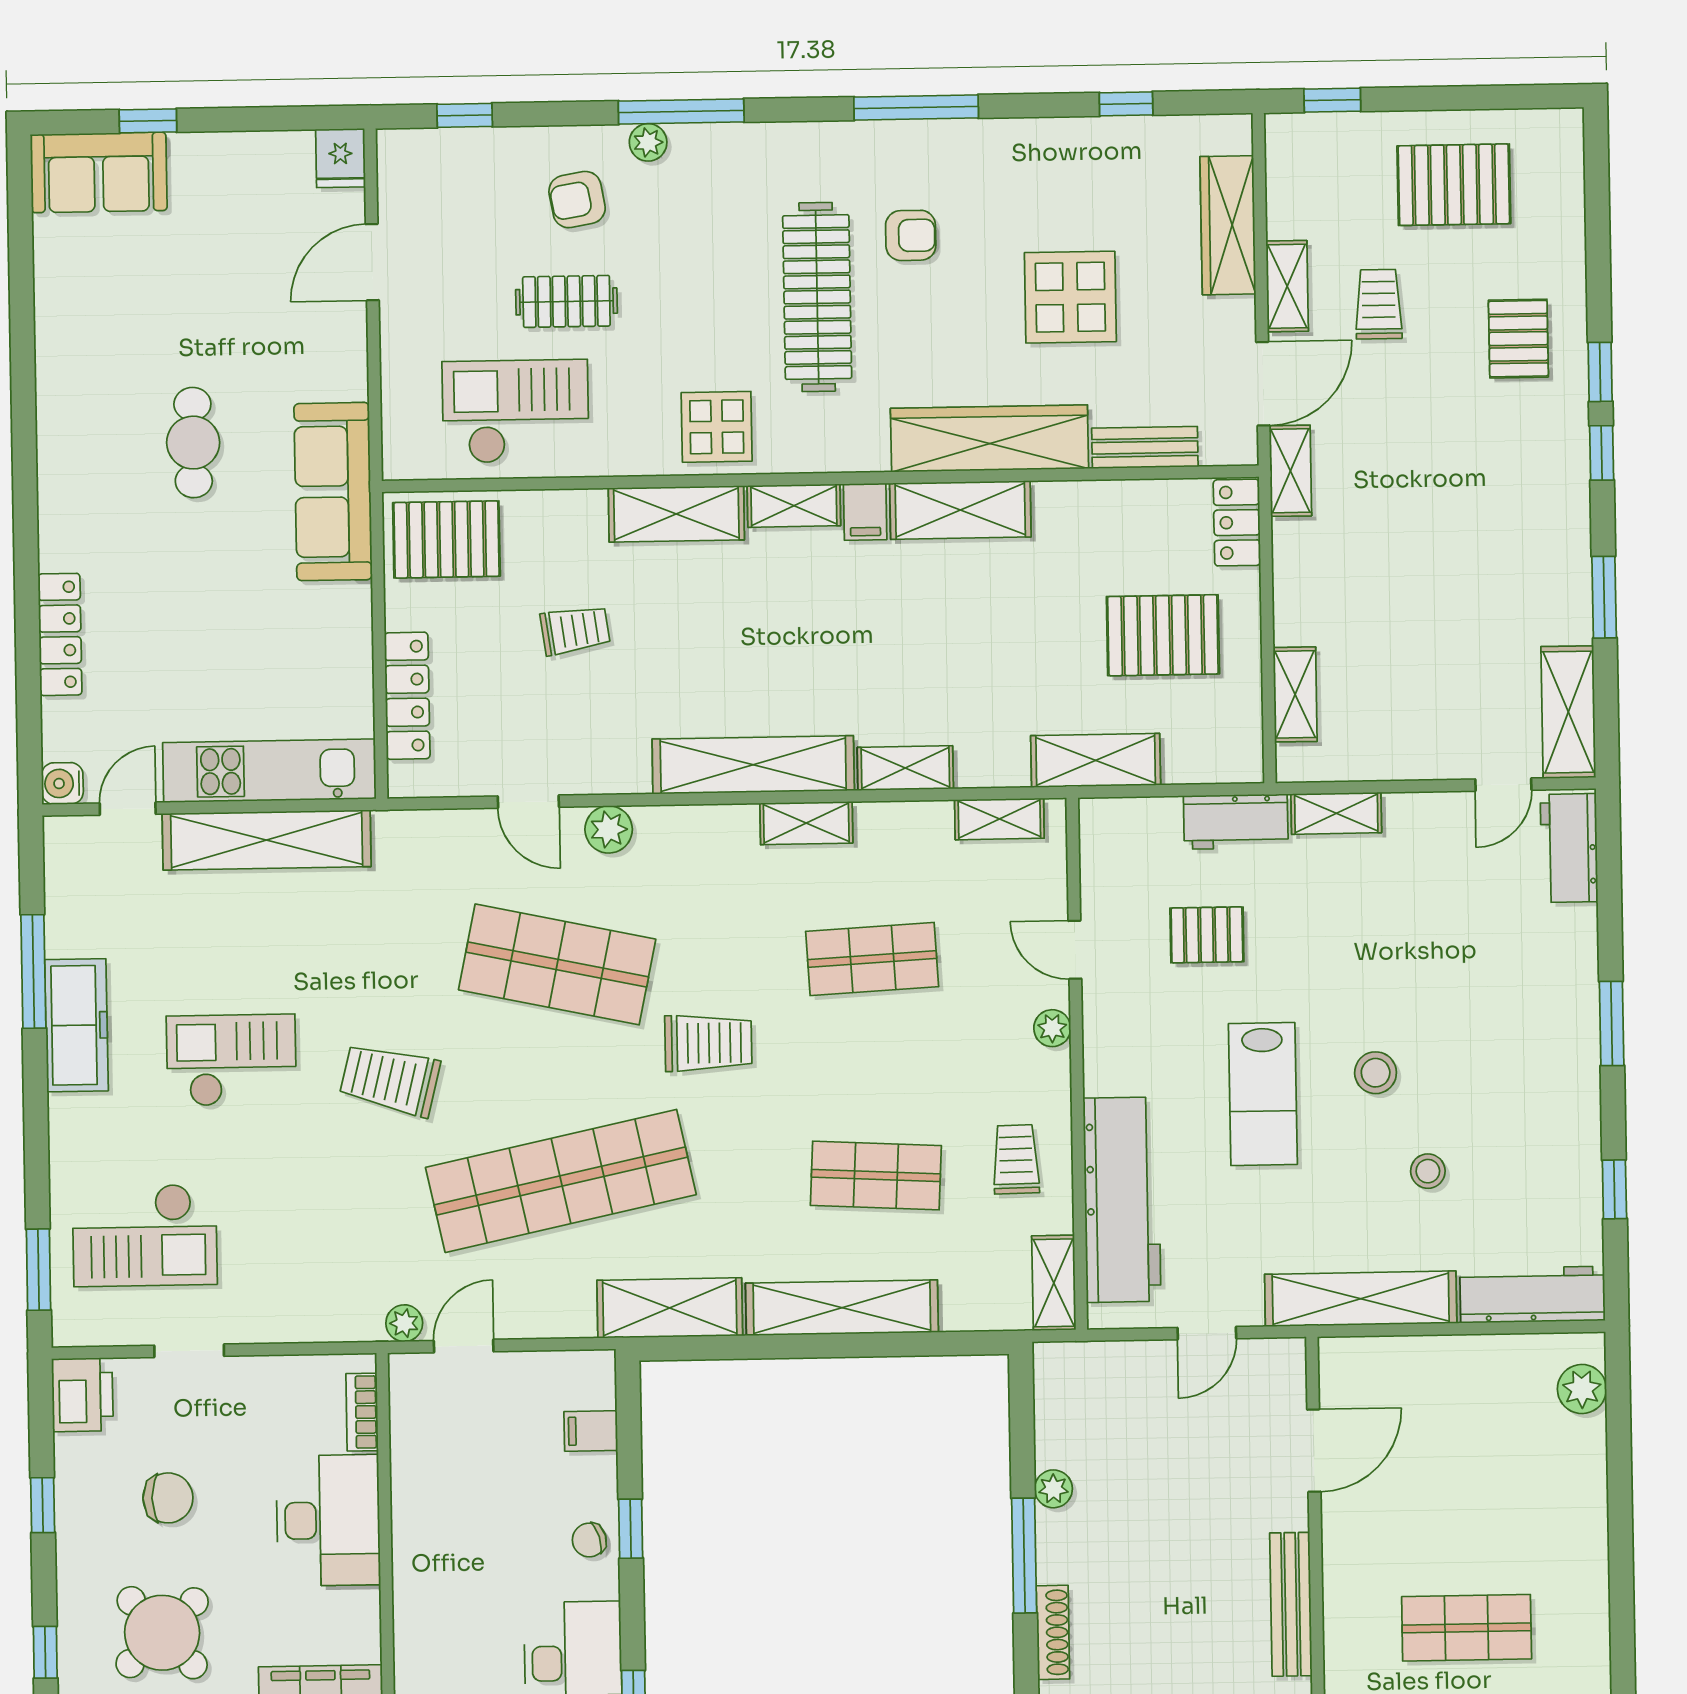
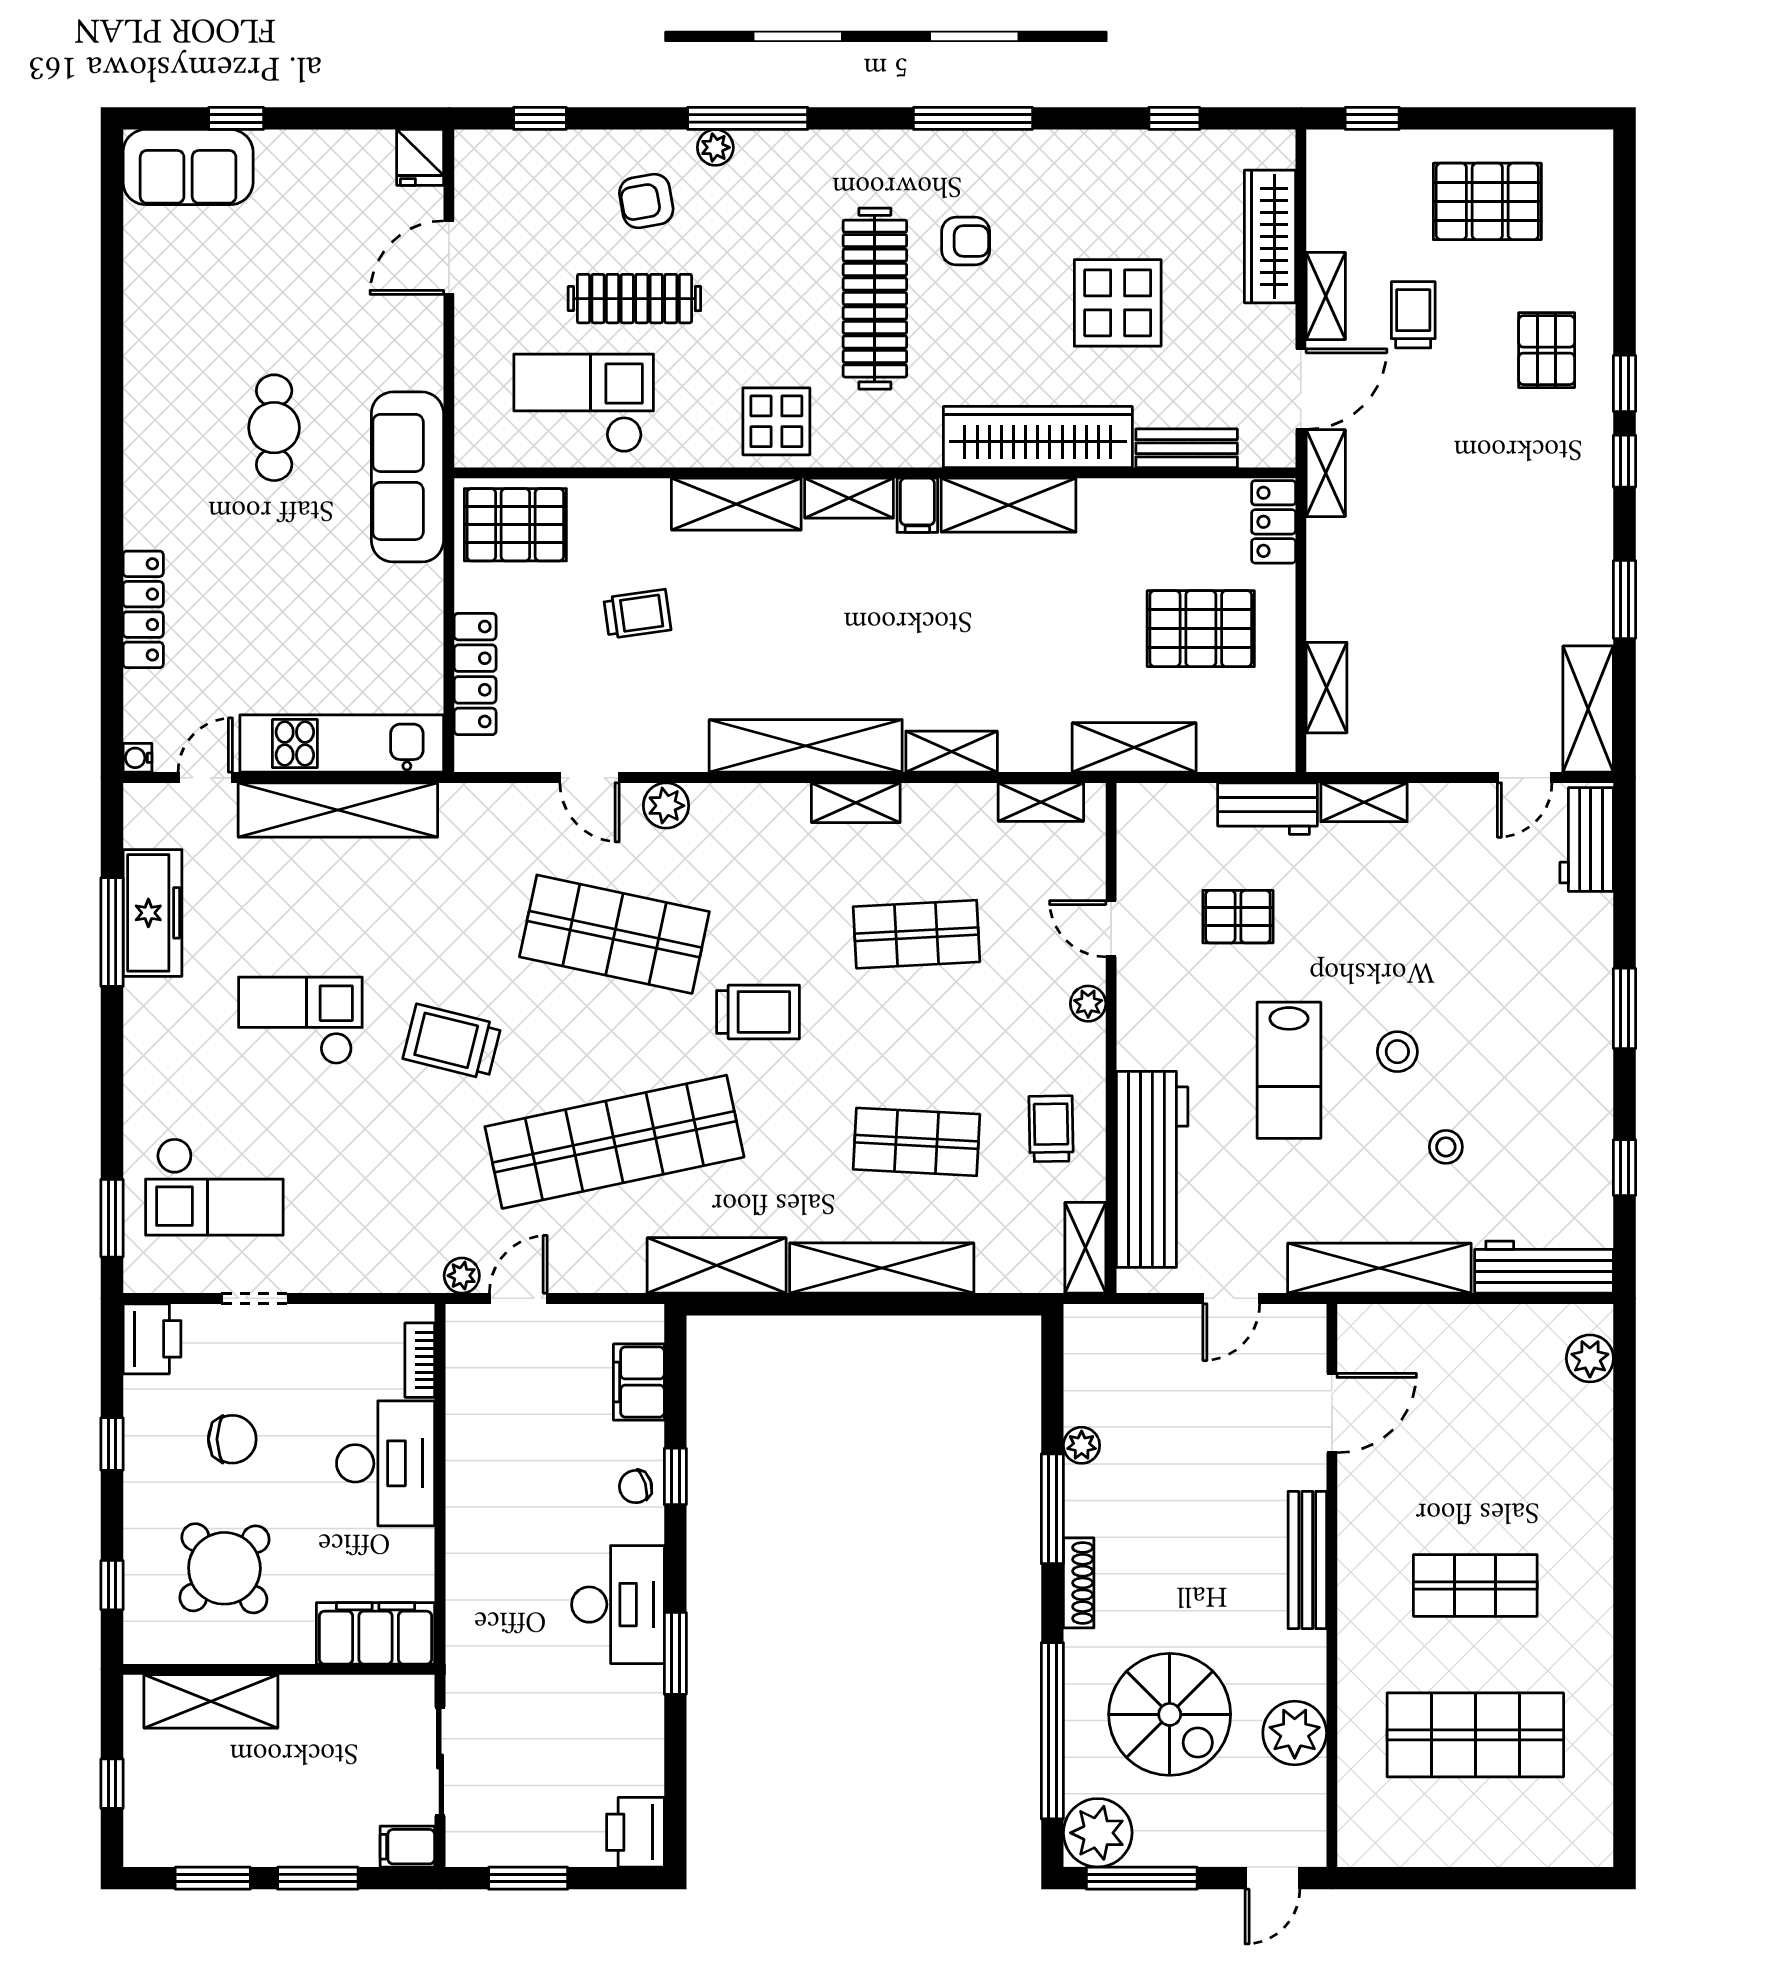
clothes rail: (566, 301) -> (634, 299), width x1.36
water cooler: (62, 783) -> (137, 758), width x0.72, depth x0.72
freezer: (76, 1025) -> (152, 913), moved
filing cabinet: (591, 1431) -> (639, 1382), width x2.00

